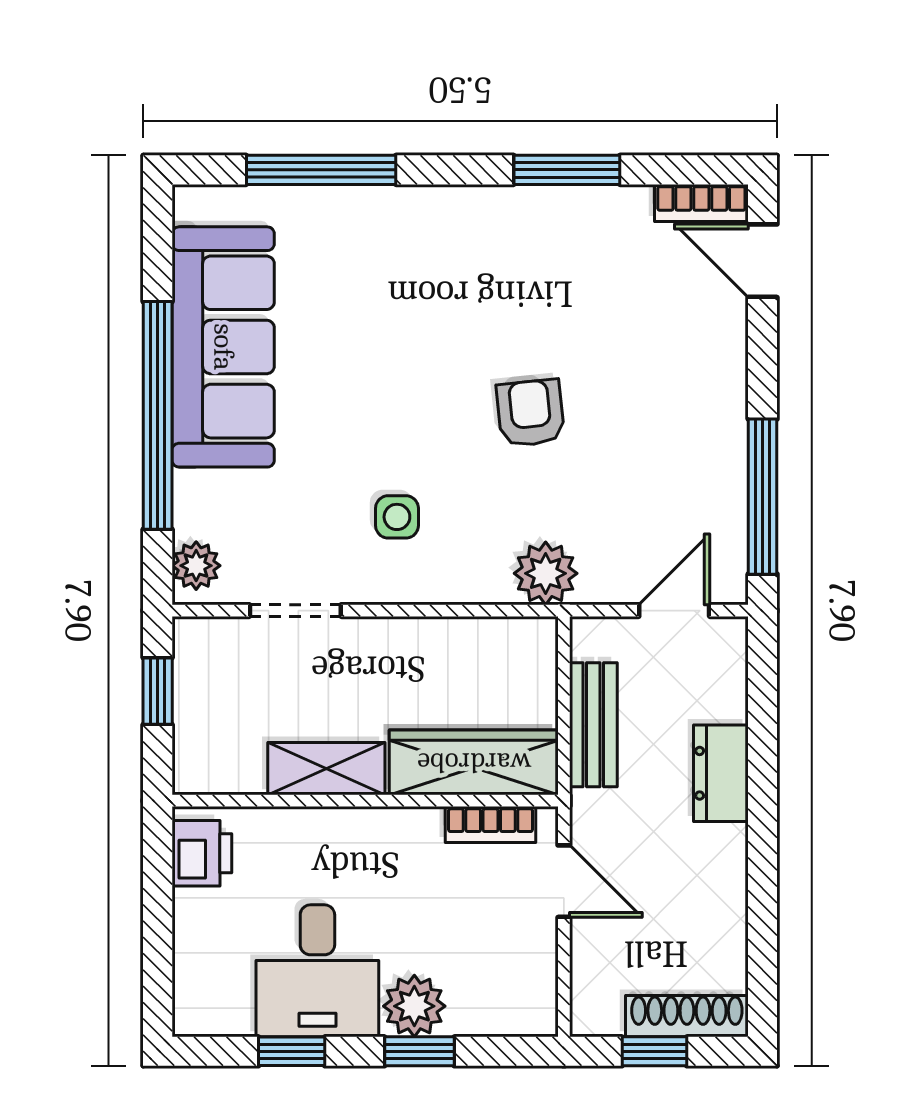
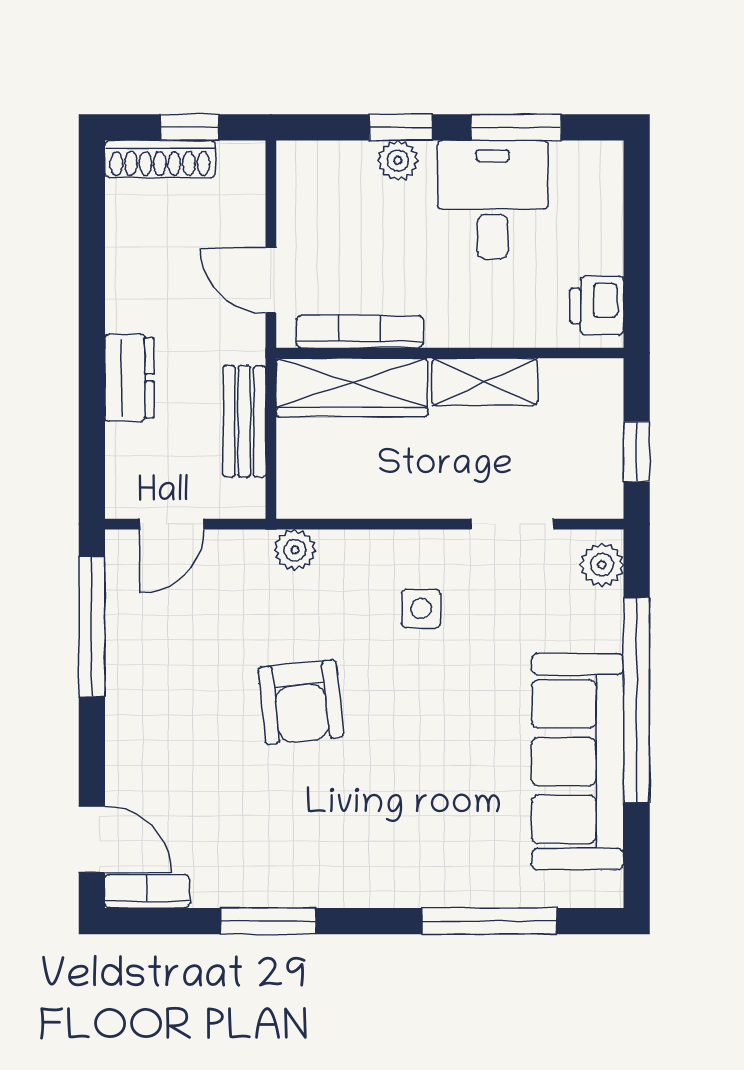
armchair: (530, 413) -> (301, 702), width x1.38, depth x1.38
plant: (546, 573) -> (295, 550), width x0.73, depth x0.73
bookcase: (490, 825) -> (360, 332), width x1.56
plant: (414, 1006) -> (398, 161), width x0.73, depth x0.73
window: (292, 1051) -> (516, 127), width x1.50

